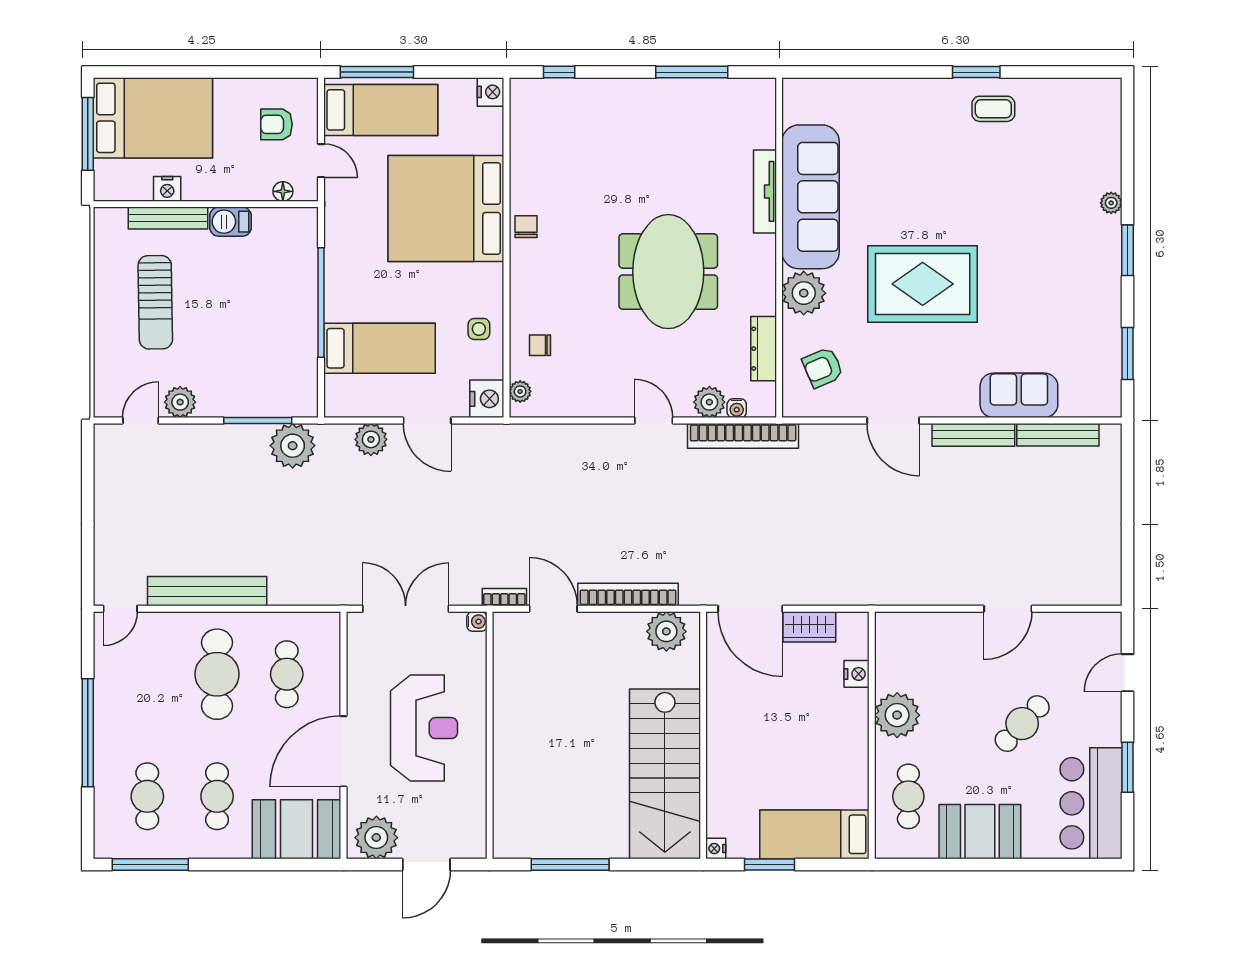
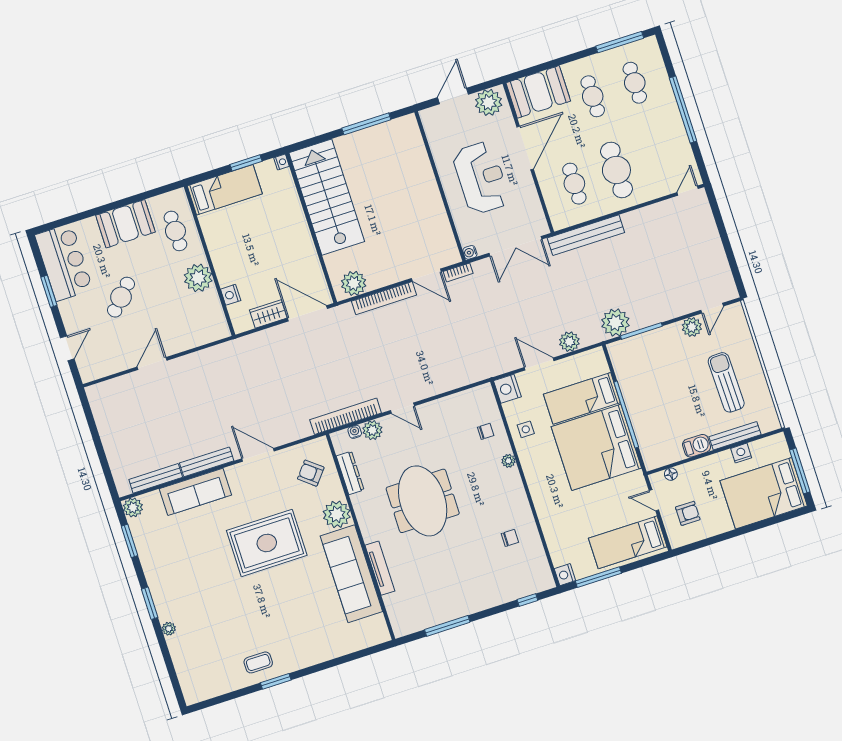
window: (377, 72) -> (598, 577), moved
bed: (446, 208) -> (596, 447), moved, turned 180
chair: (526, 227) -> (510, 538), moved, turned -90
armchair: (823, 368) -> (311, 473), turned -118
plant: (520, 391) -> (508, 461), moved
sofa: (1019, 395) -> (195, 492), width x1.36
plant: (1106, 402) -> (133, 508), added
bench: (207, 591) -> (586, 235), moved
reception desk: (424, 728) -> (481, 178), turned 180

